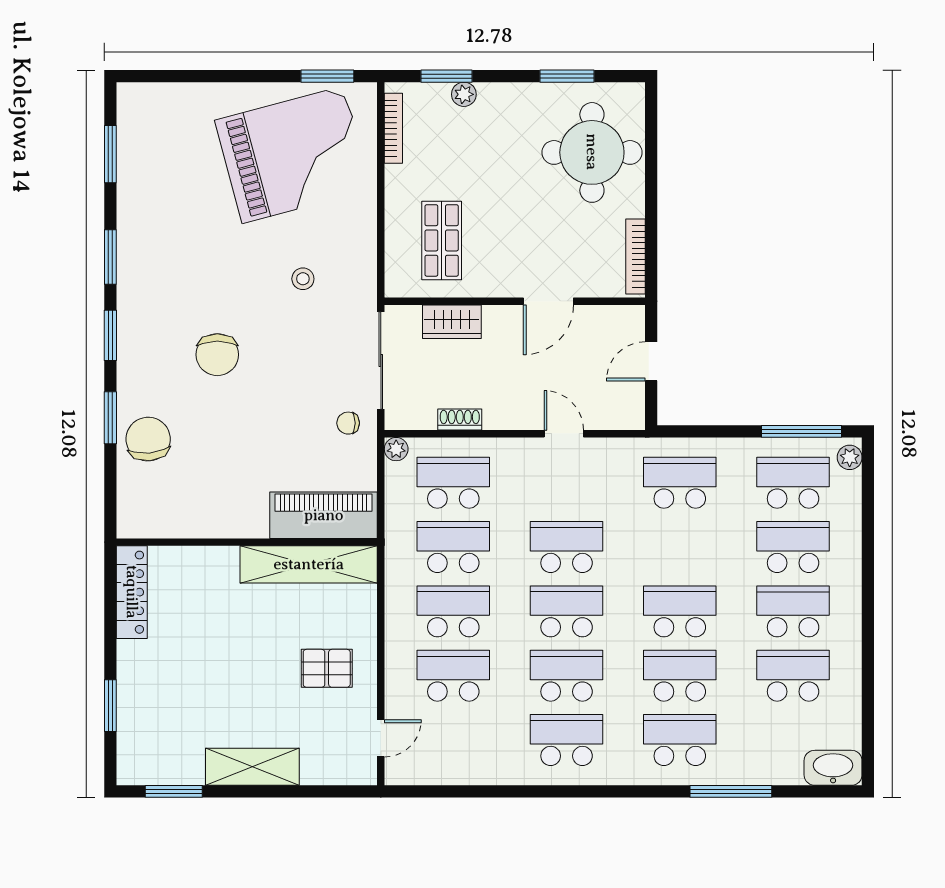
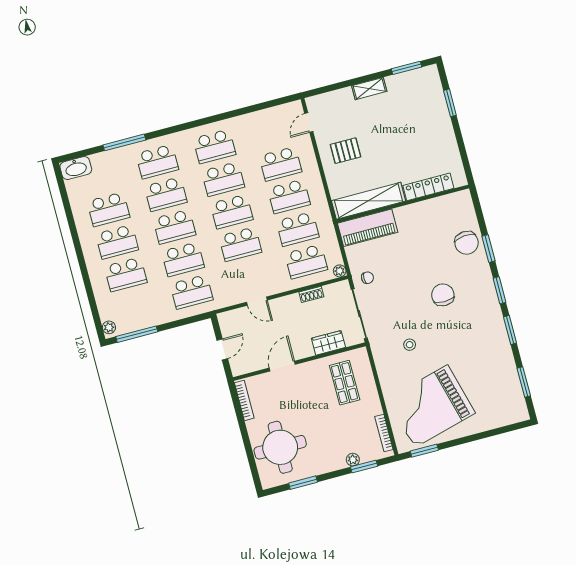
school desk: (793, 483) -> (183, 259), moved
locker: (132, 592) -> (428, 187), moved, turned 90
shelving: (252, 767) -> (369, 89), width x0.67, depth x0.75

